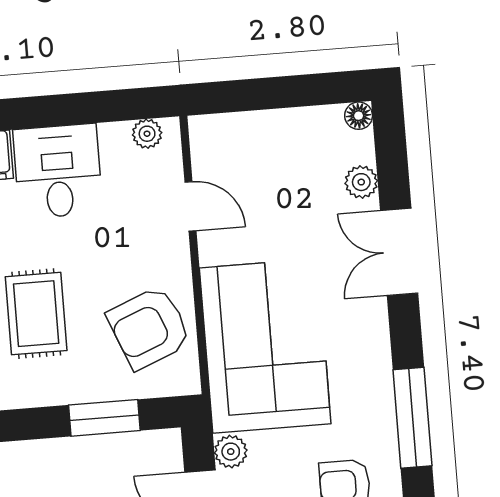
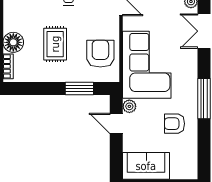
armchair: (149, 328) -> (100, 54), turned 112

